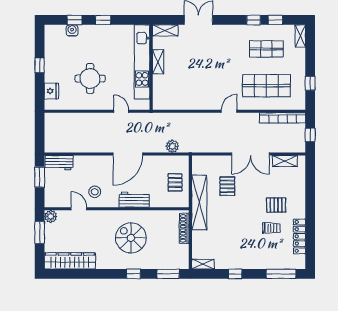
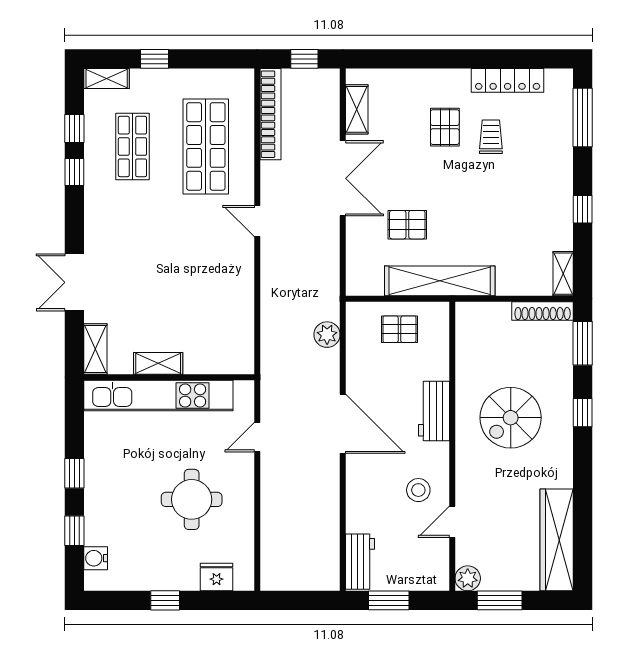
water cooler: (72, 31) -> (96, 558), moved
window: (310, 83) -> (154, 59), moved
shoe rack: (184, 228) -> (543, 311), moved

